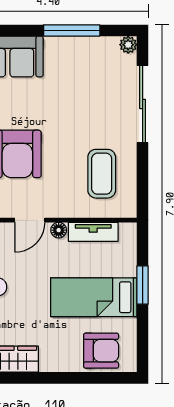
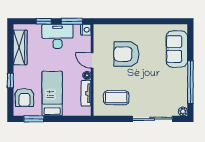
window: (72, 30) -> (190, 82), width x1.46
window: (143, 285) -> (34, 119), moved
window: (68, 378) -> (10, 80), added

